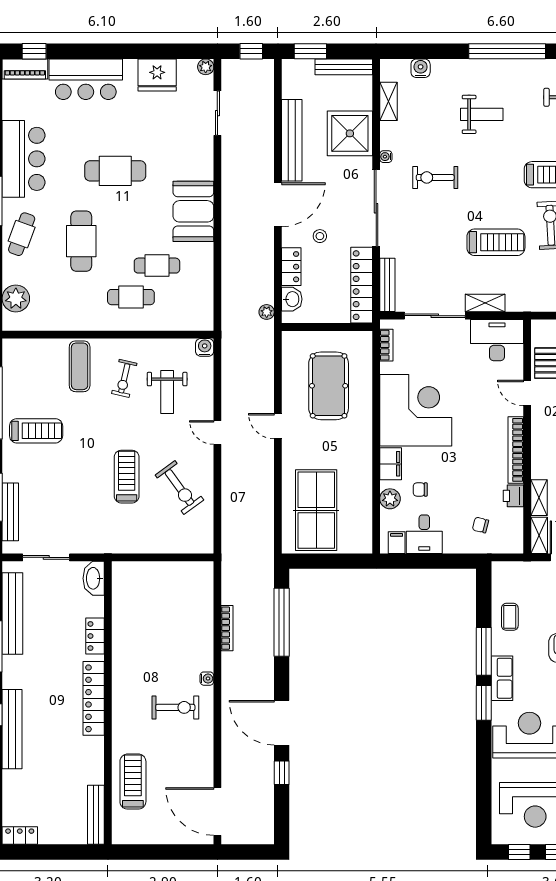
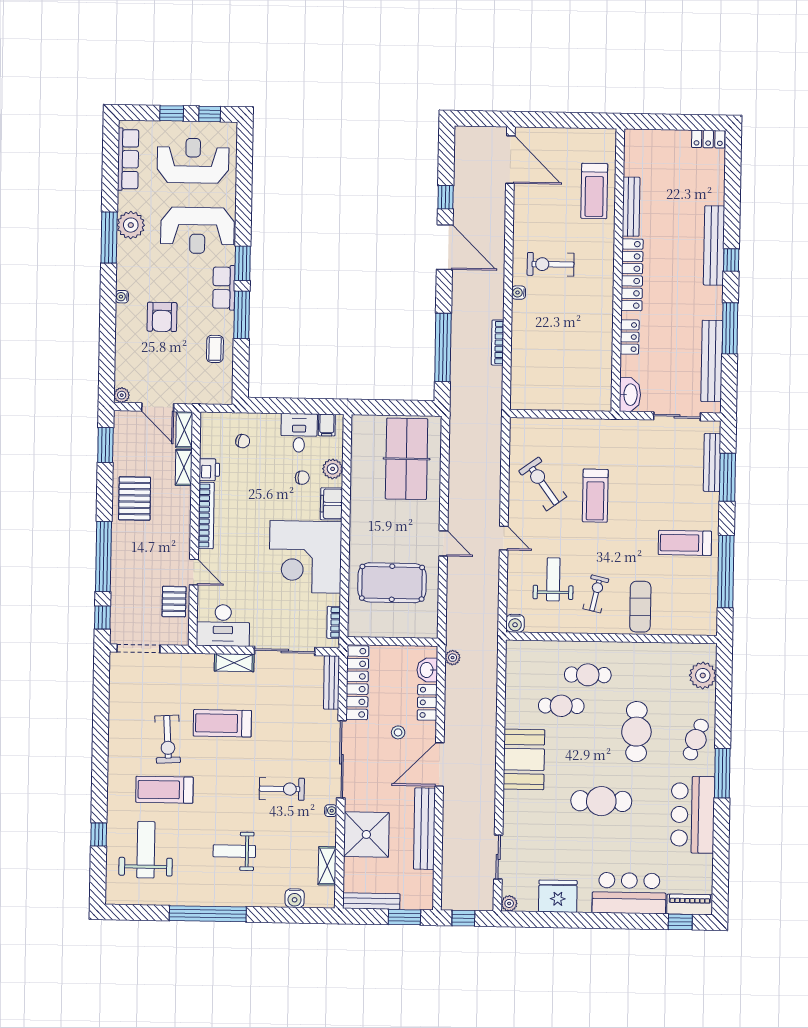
pool table: (329, 386) -> (392, 583), turned 90
bench: (96, 815) -> (631, 207), moved

